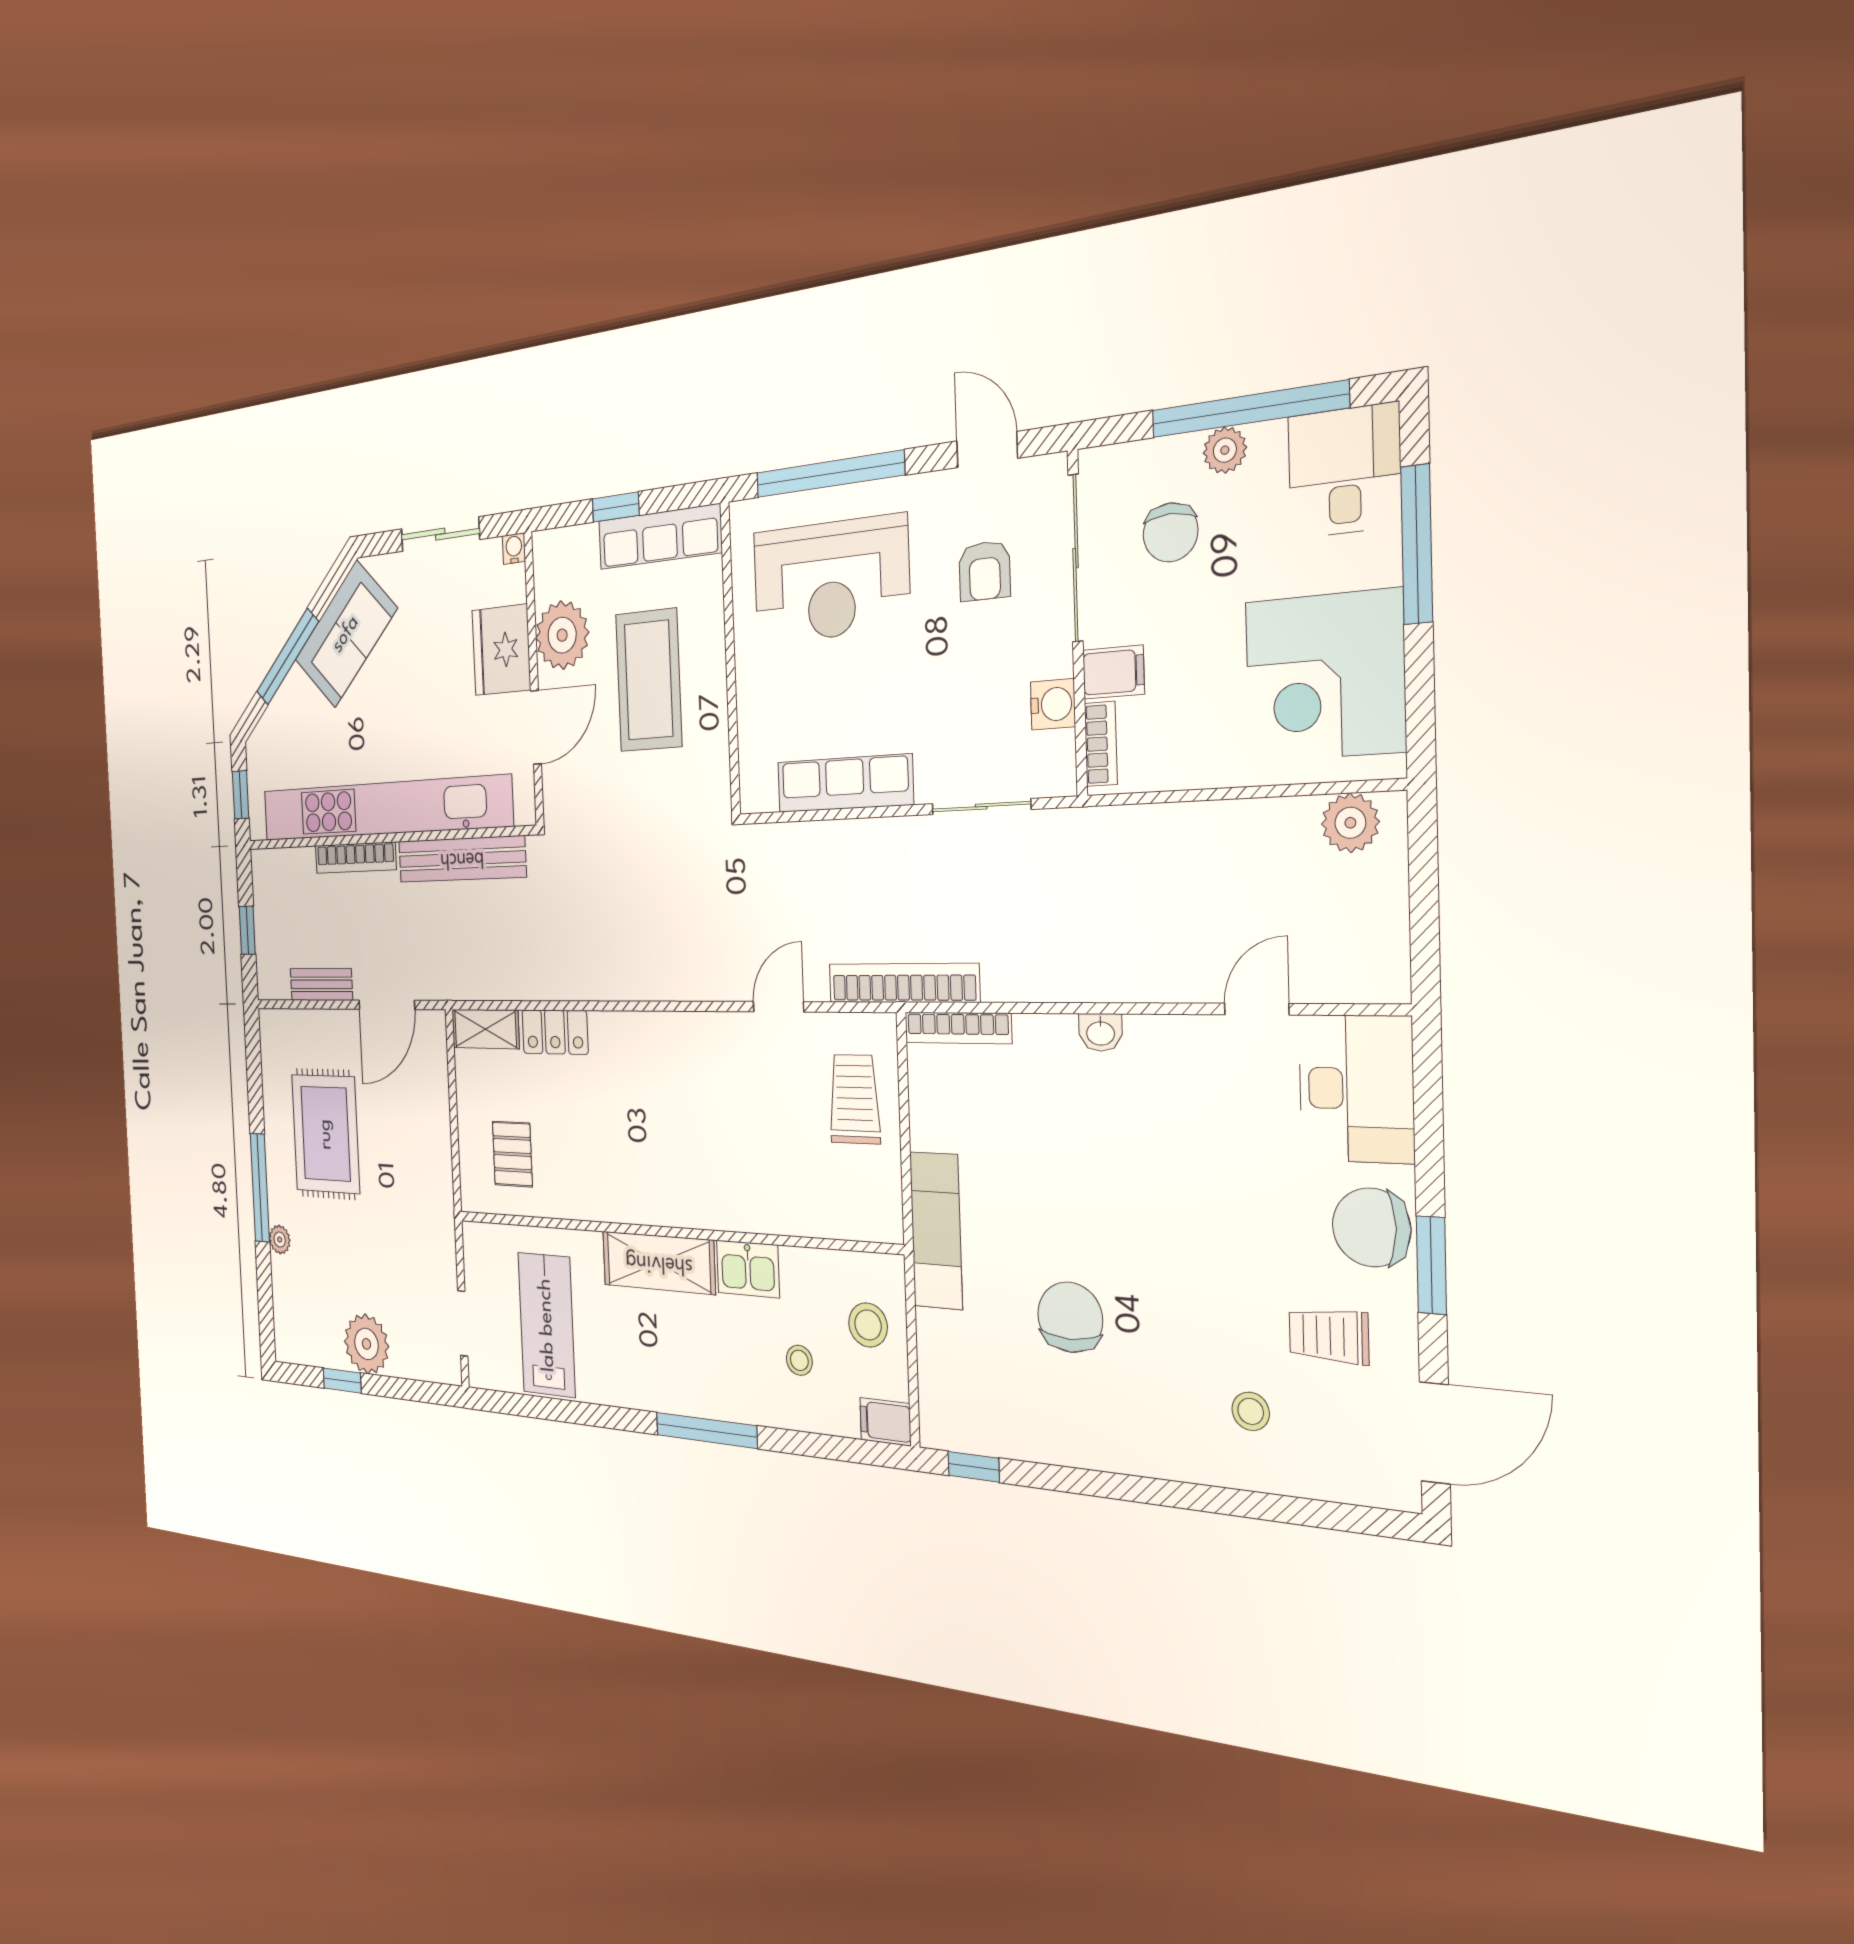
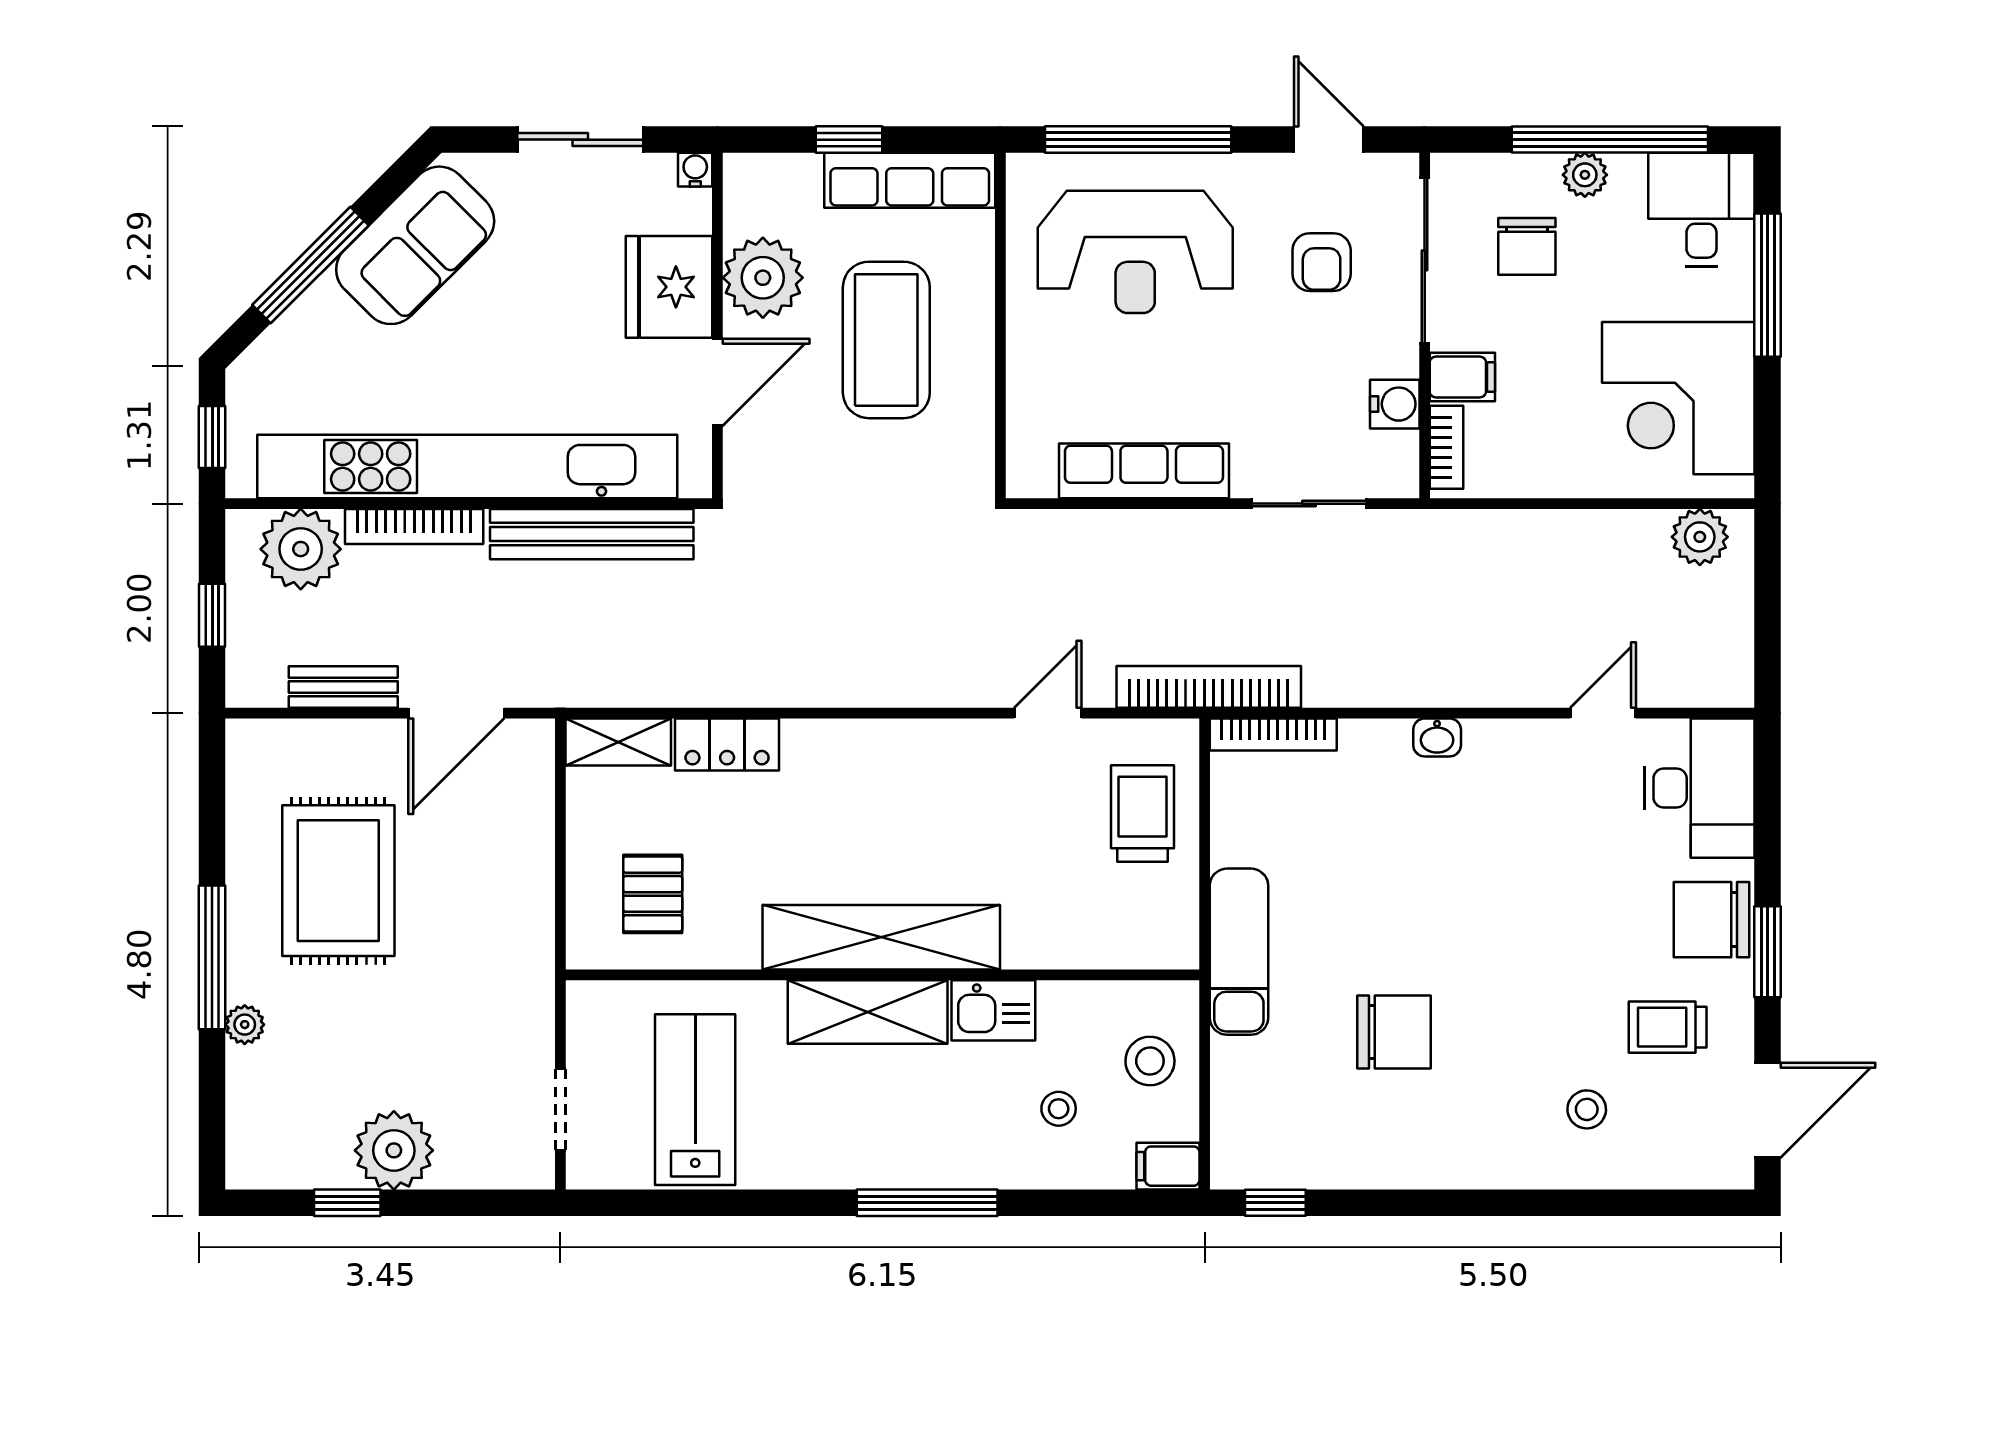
plant: (293, 878) -> (301, 549), added
shelving: (665, 1199) -> (881, 937), added
chair: (1070, 1317) -> (1394, 1032), turned 90

